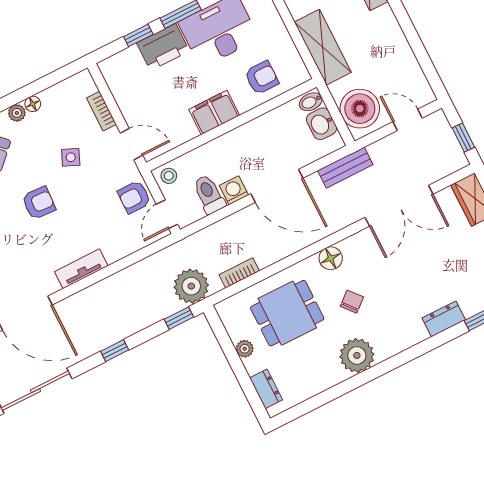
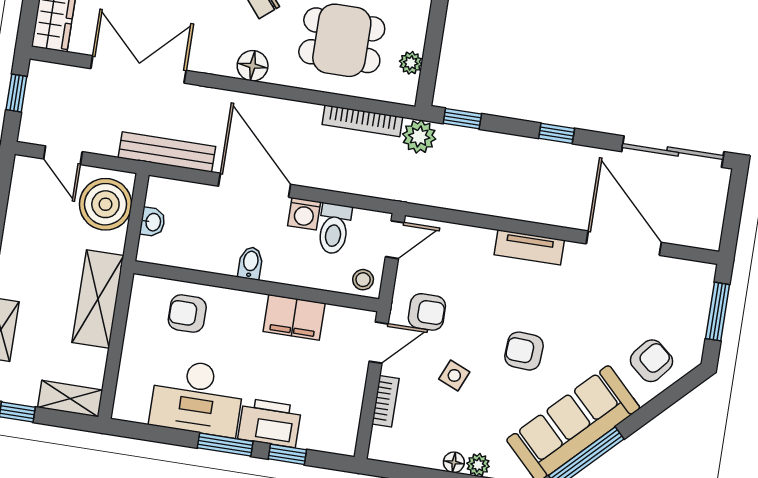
bidet: (311, 102) -> (250, 263), moved, turned -90
filing cabinet: (214, 112) -> (294, 317), moved
washbasin: (322, 124) -> (153, 222), width x0.72, depth x0.69
door: (132, 144) -> (379, 343), swing flipped
bench: (345, 168) -> (167, 152), width x1.36
armchair: (134, 197) -> (427, 312), moved
bookcase: (239, 273) -> (362, 121), width x1.56
plant: (191, 286) -> (419, 137), width x0.73, depth x0.73
plant: (245, 349) -> (411, 63), moved

